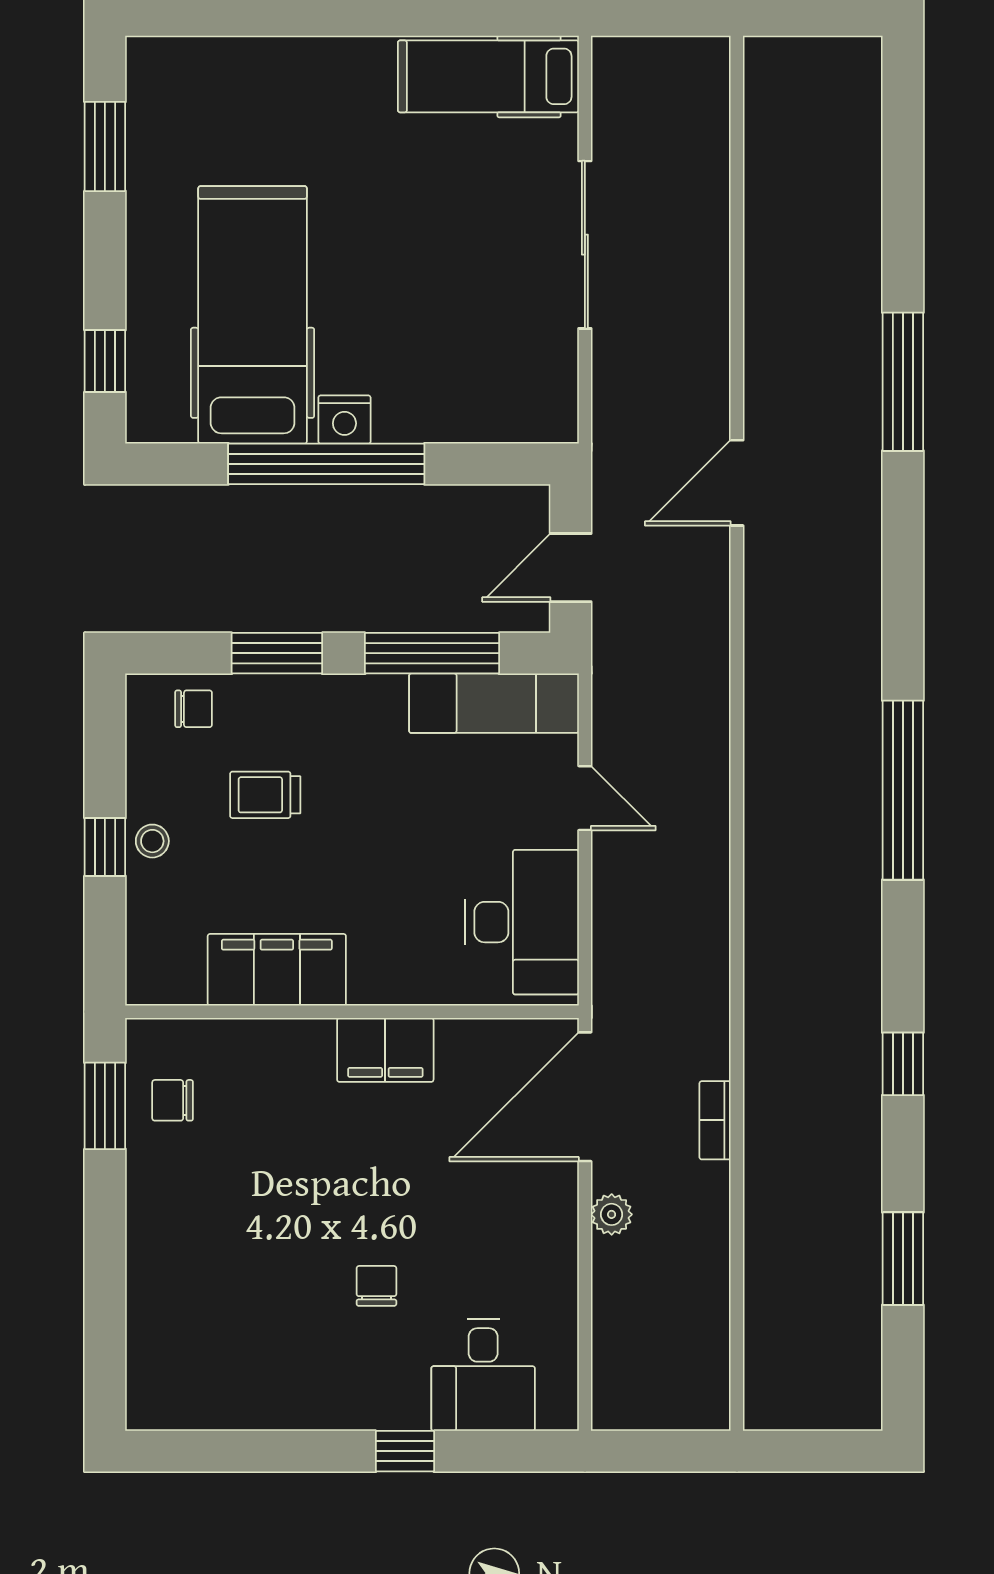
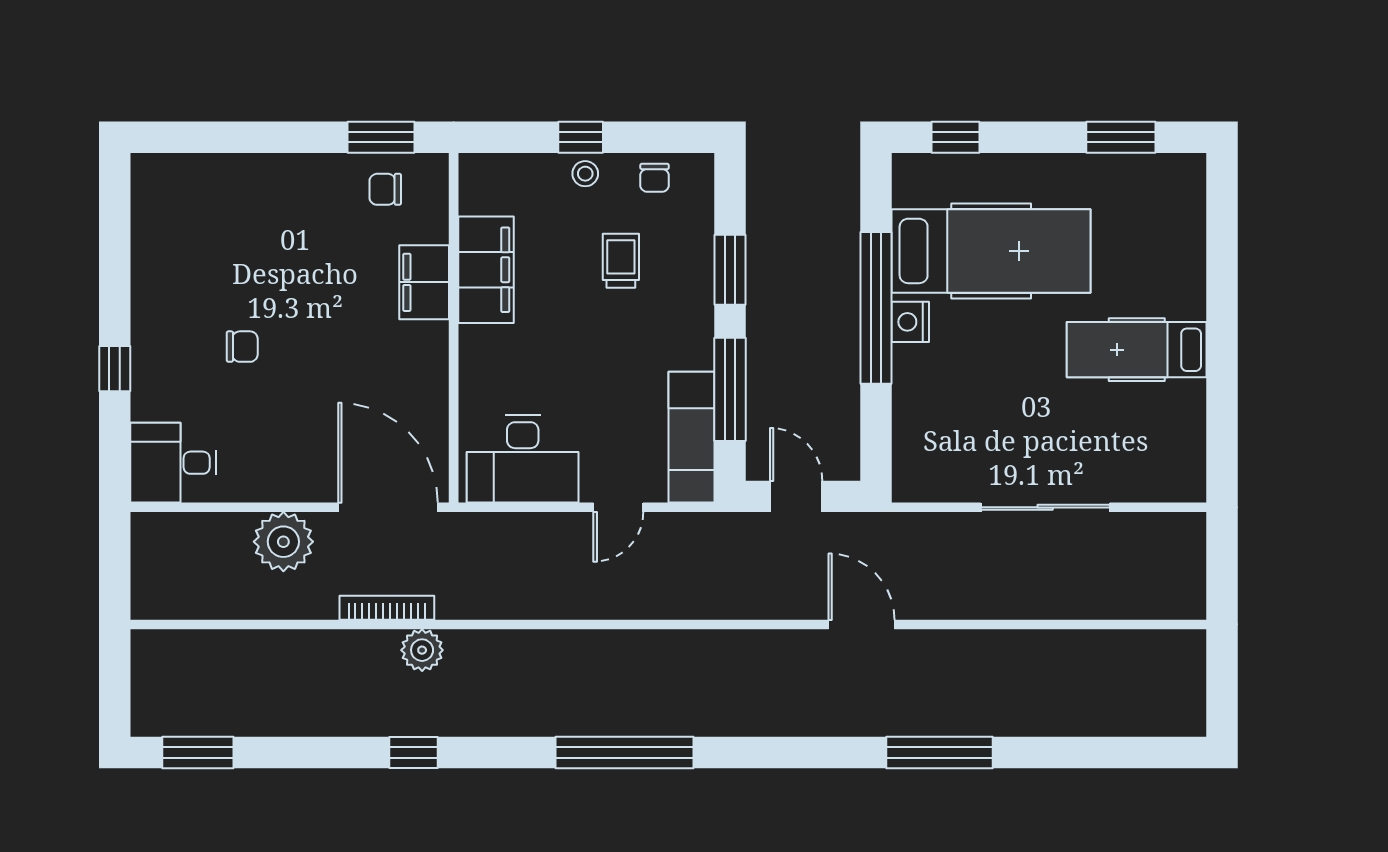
hospital bed: (488, 76) -> (1137, 350), moved, turned -90
chair: (194, 709) -> (655, 178), moved
filing cabinet: (385, 1050) -> (424, 282), moved
plant: (770, 1053) -> (422, 650), added
chair: (173, 1100) -> (385, 189), turned -90
bookcase: (715, 1120) -> (387, 608), width x1.56
plant: (612, 1214) -> (283, 542), width x1.87, depth x1.87
window: (903, 1259) -> (198, 753), moved
desk: (483, 1375) -> (173, 463), moved

